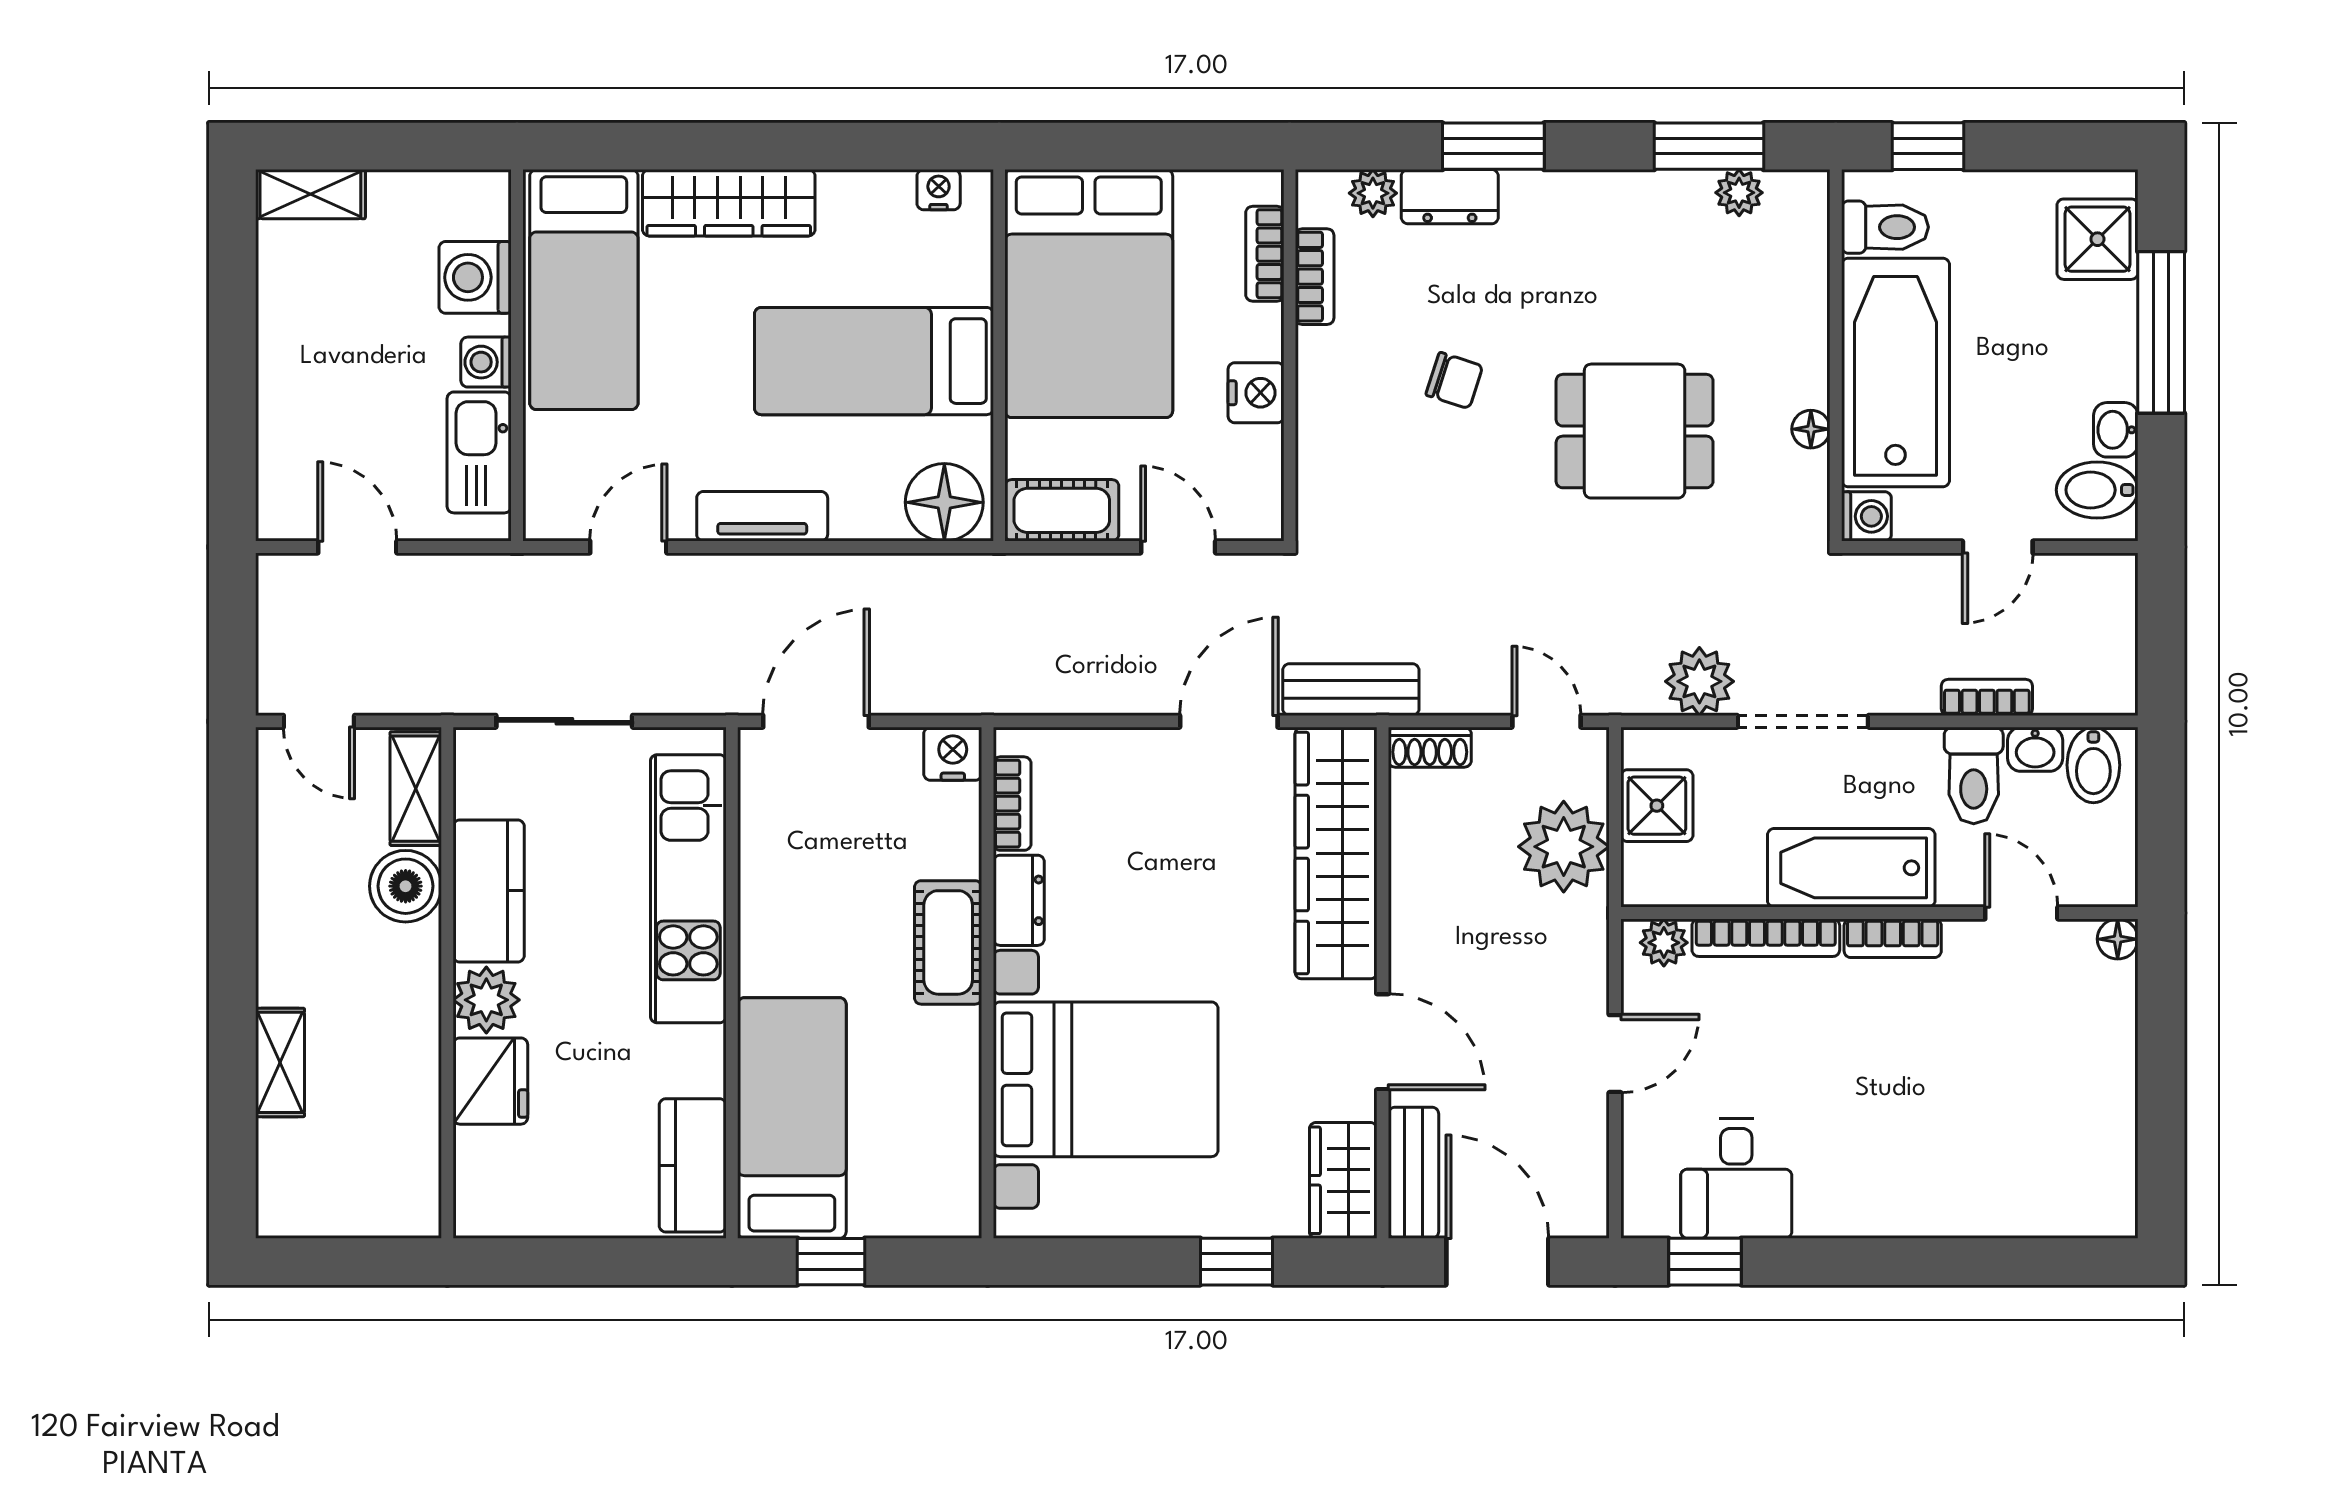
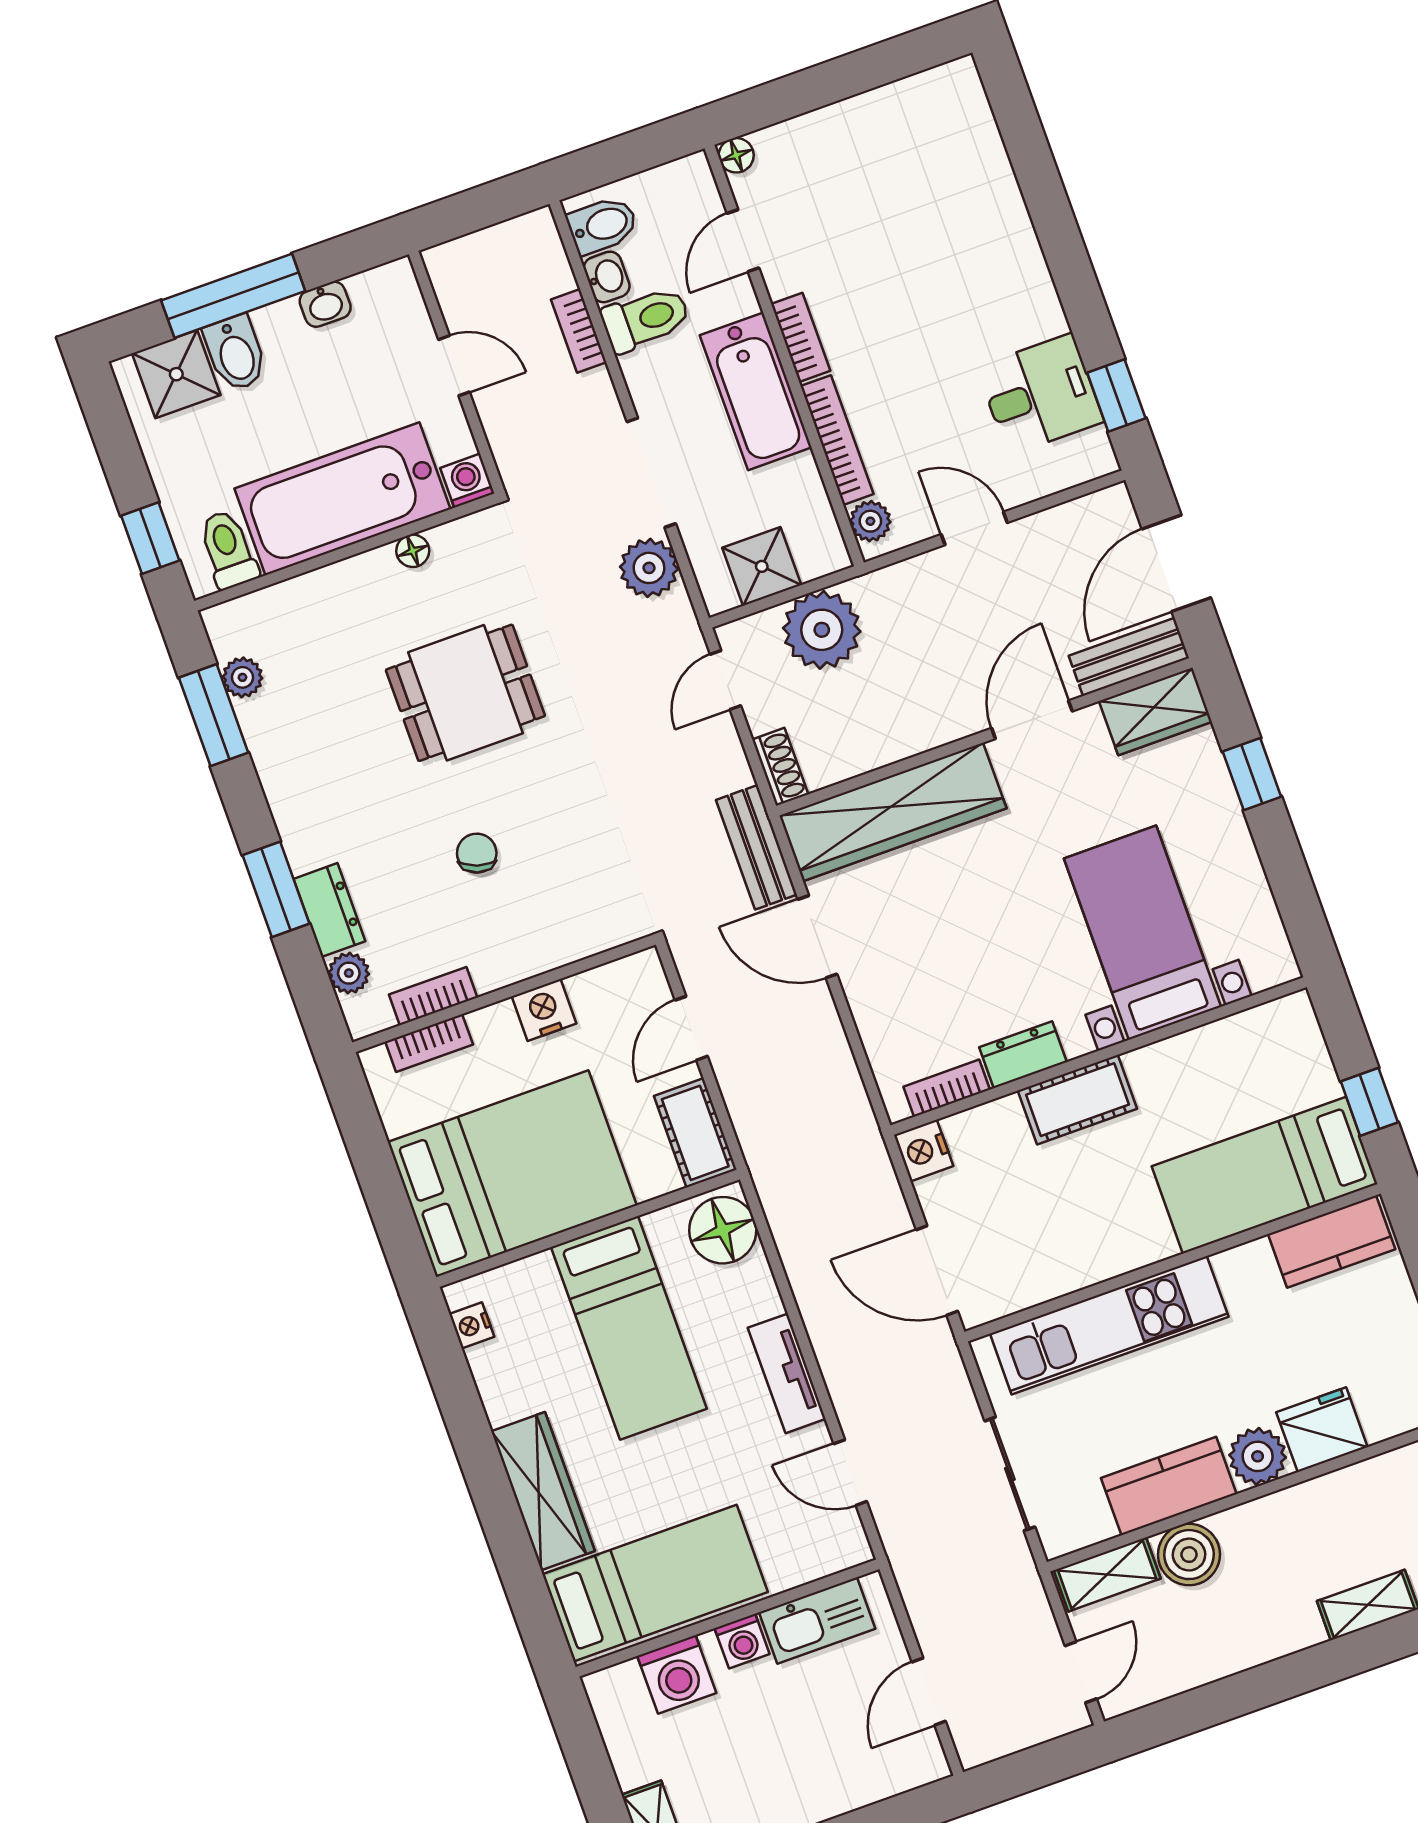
dining table: (1635, 431) -> (465, 693), turned 90
bidet: (2097, 490) -> (236, 353), moved
bed with nightstands: (1106, 1079) -> (1142, 933), width x0.73

